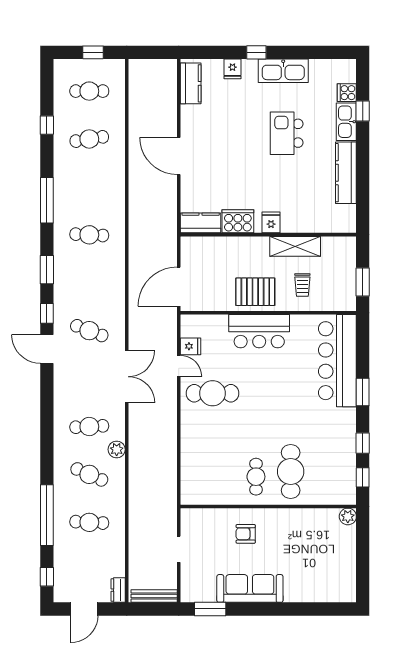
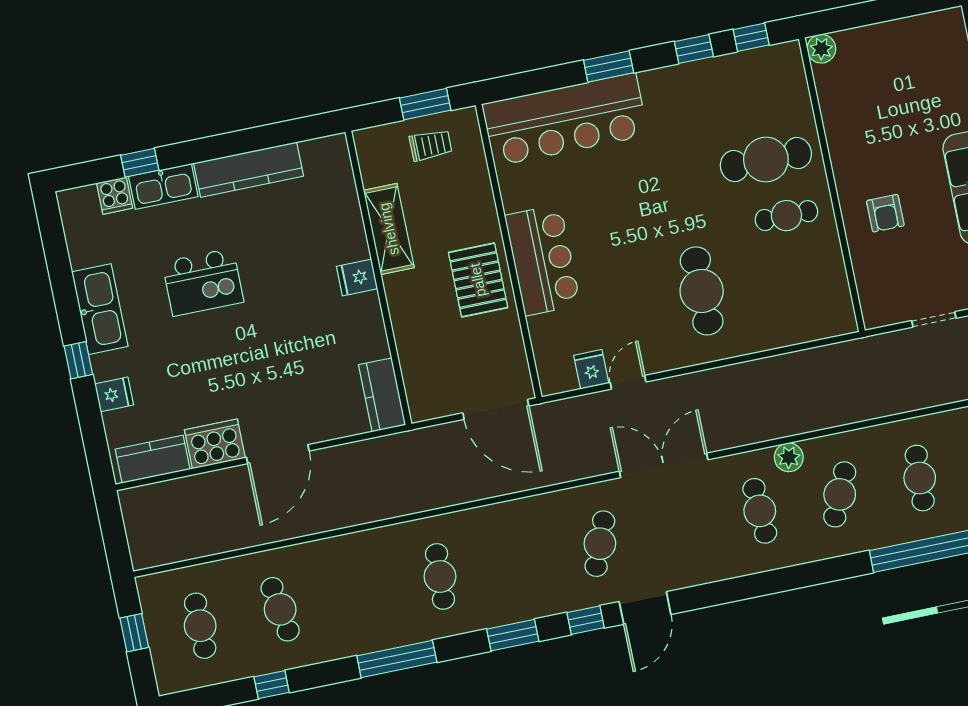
cooker: (238, 221) -> (215, 444), moved, turned 90
trolley: (302, 285) -> (431, 145), moved
cafe table: (213, 393) -> (702, 291), moved

